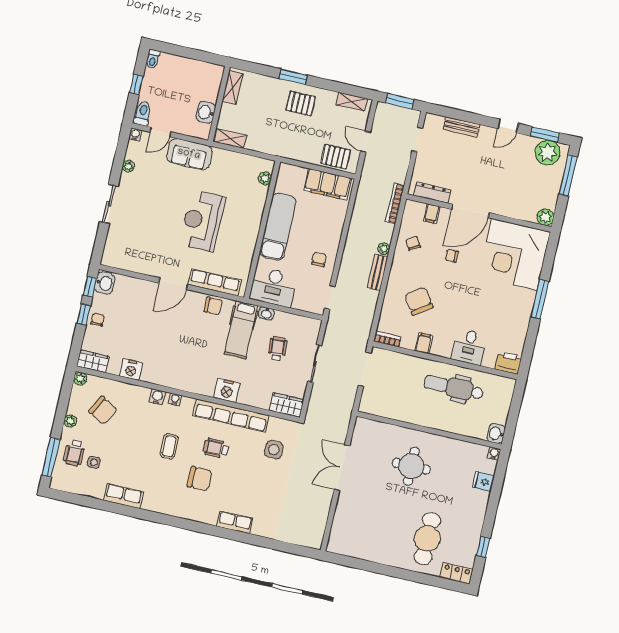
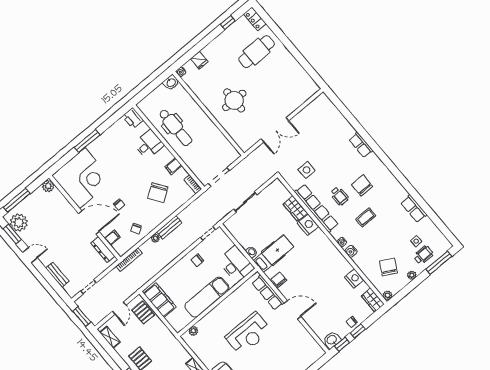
wheelchair: (278, 349) -> (260, 227), removed
wardrobe: (287, 405) -> (295, 209), moved

